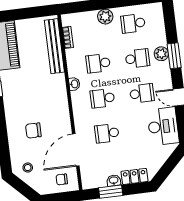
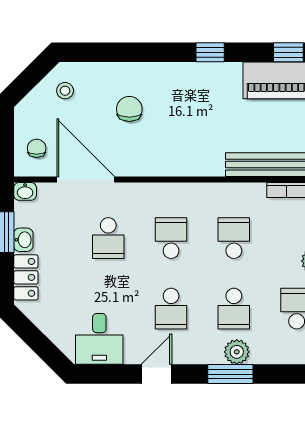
washbasin: (74, 84) -> (25, 191), moved
desk: (163, 126) -> (99, 339), width x0.73
school desk: (107, 133) -> (108, 238), turned 180

